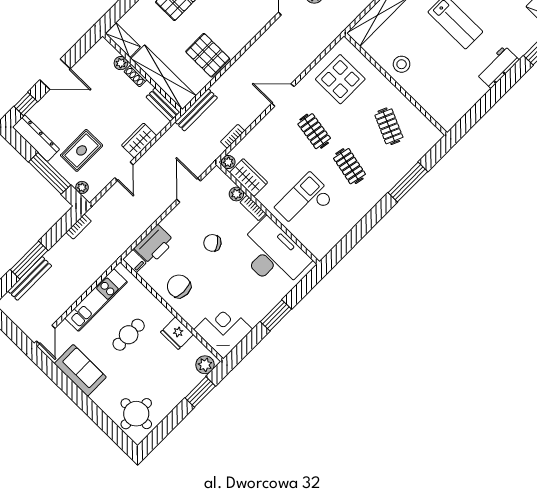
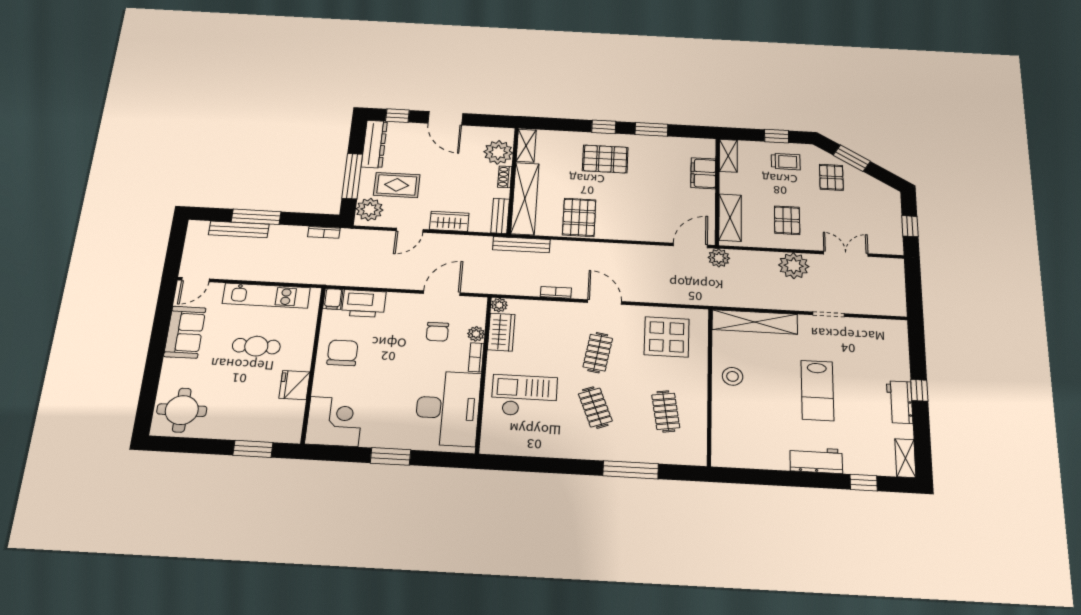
plant: (121, 63) -> (498, 152), width x1.87, depth x1.87
clothes rail: (389, 126) -> (666, 411), turned -33
bookcase: (233, 136) -> (556, 292), moved
clothes rail: (349, 166) -> (595, 407), turned -33
plant: (82, 187) -> (369, 209), width x1.88, depth x1.88
chair: (212, 243) -> (437, 332), moved, turned -144
plant: (205, 365) -> (284, 432), removed

